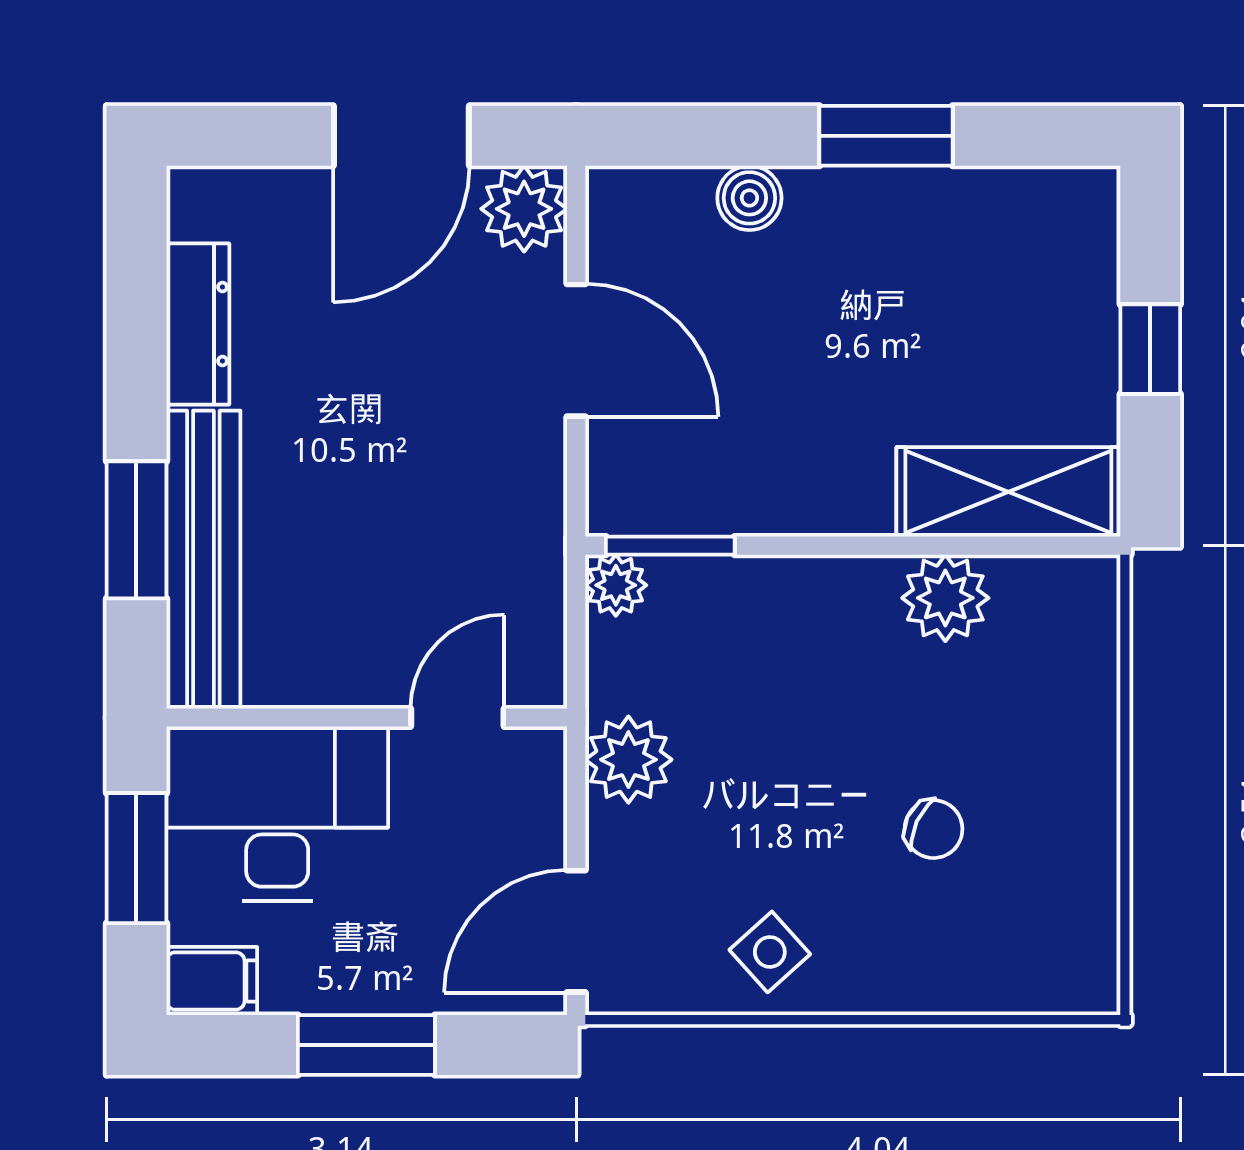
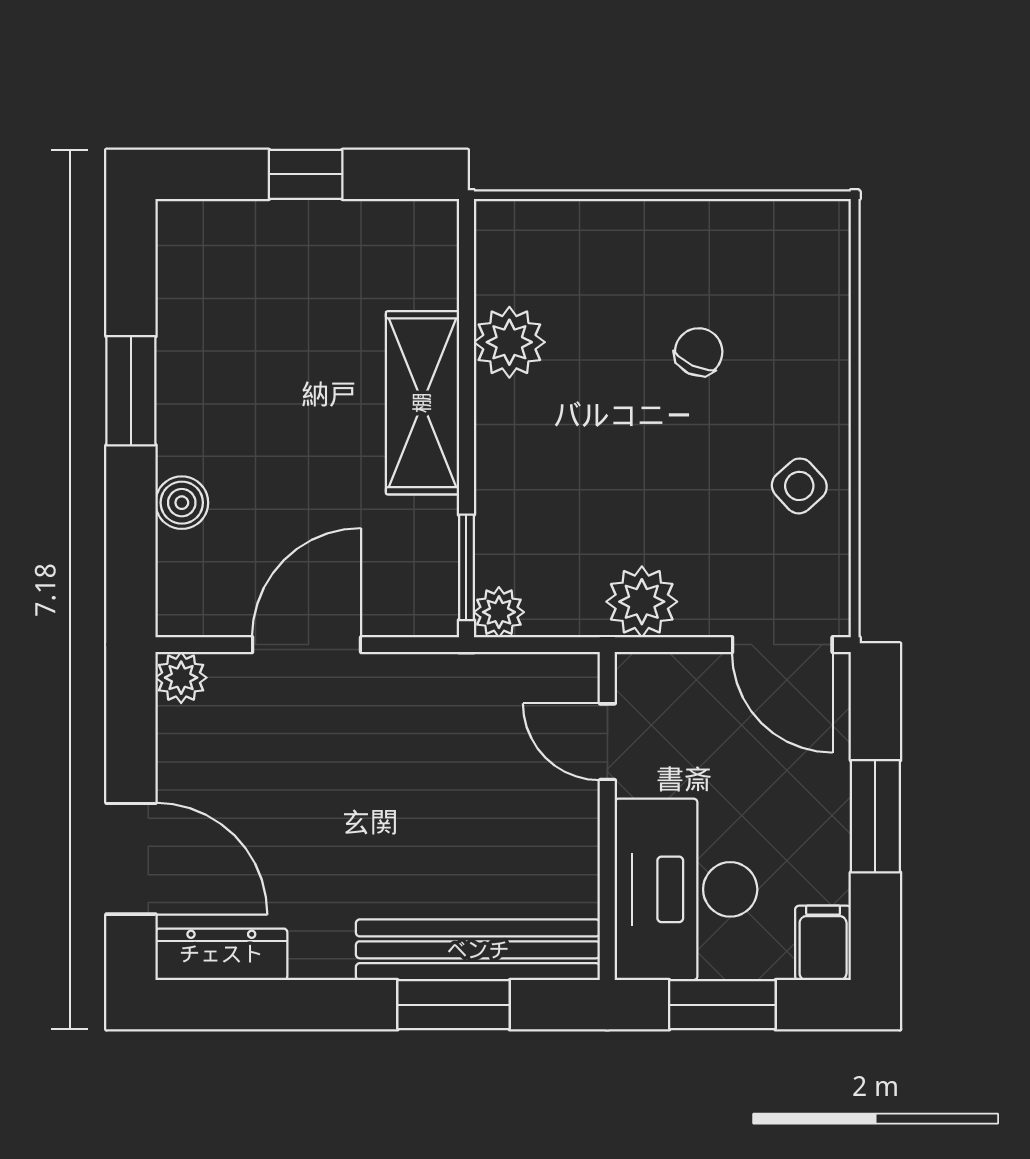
door: (401, 136) -> (131, 859), moved
plant: (524, 209) -> (181, 678), width x0.73, depth x0.73
dresser: (198, 324) -> (221, 954), moved
shelving: (1008, 492) -> (422, 403), moved

